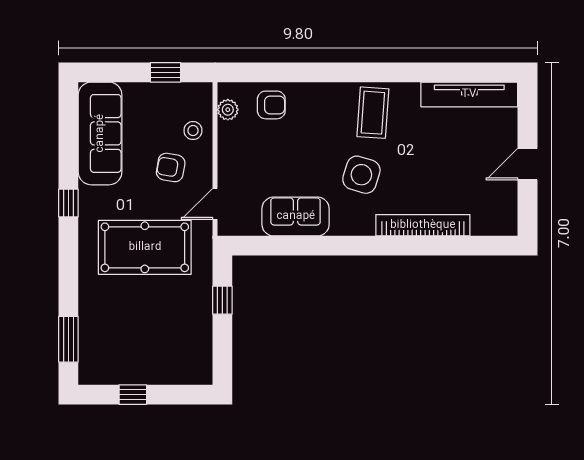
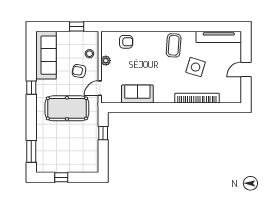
plant: (228, 110) -> (106, 61), moved
side table: (361, 175) -> (196, 67), moved

